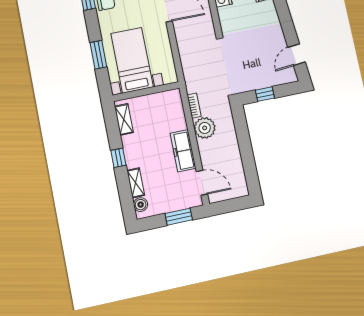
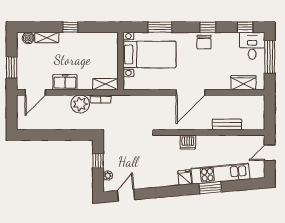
door: (297, 55) -> (126, 195), hinge flipped
plant: (279, 80) -> (108, 175), added
shelving: (124, 119) -> (105, 84), moved
freezer: (183, 151) -> (65, 82), width x0.71

